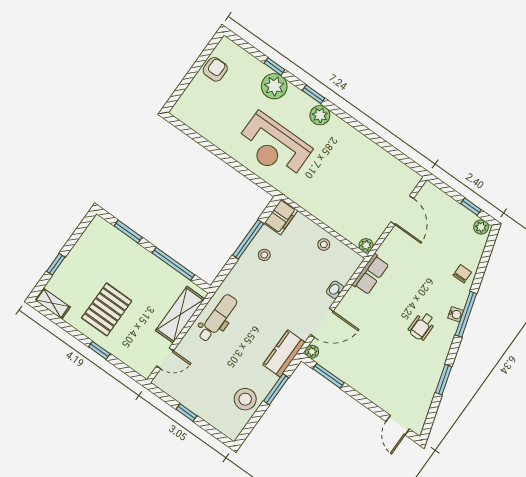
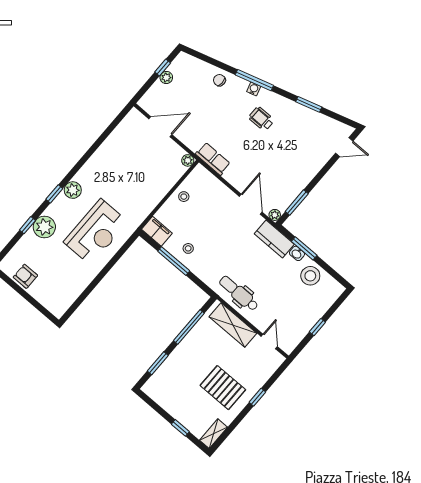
plant: (481, 227) -> (166, 77), moved
washbasin: (335, 290) -> (297, 253), moved
wheelchair: (422, 326) -> (261, 119), turned 180

